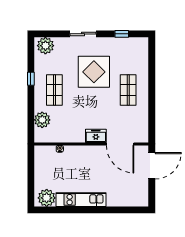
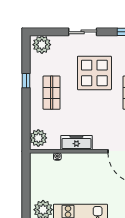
plant: (42, 120) -> (38, 138), moved
freezer: (96, 136) -> (76, 143), moved, width x1.40

